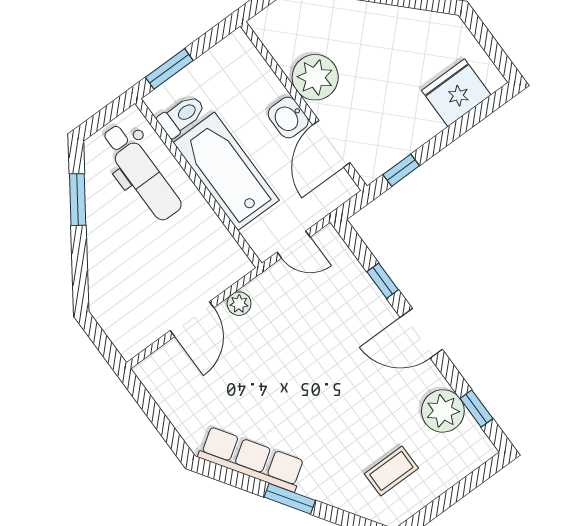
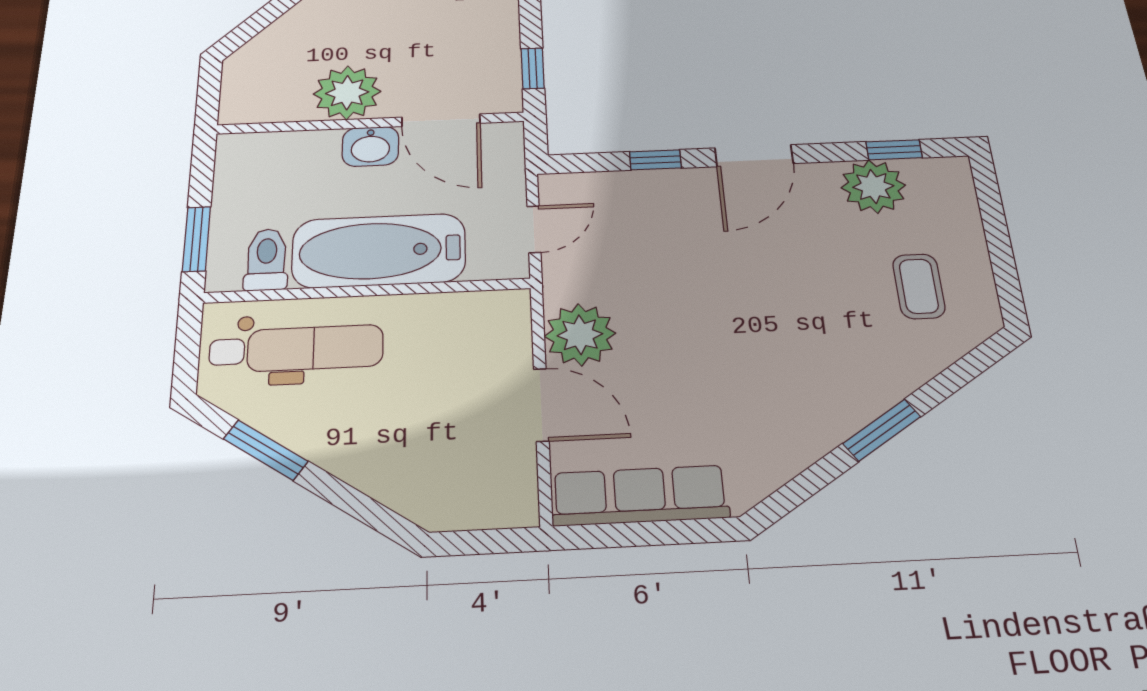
plant: (239, 304) -> (580, 335), width x1.88, depth x1.88
row of seats: (251, 459) -> (640, 495), moved, turned 34

